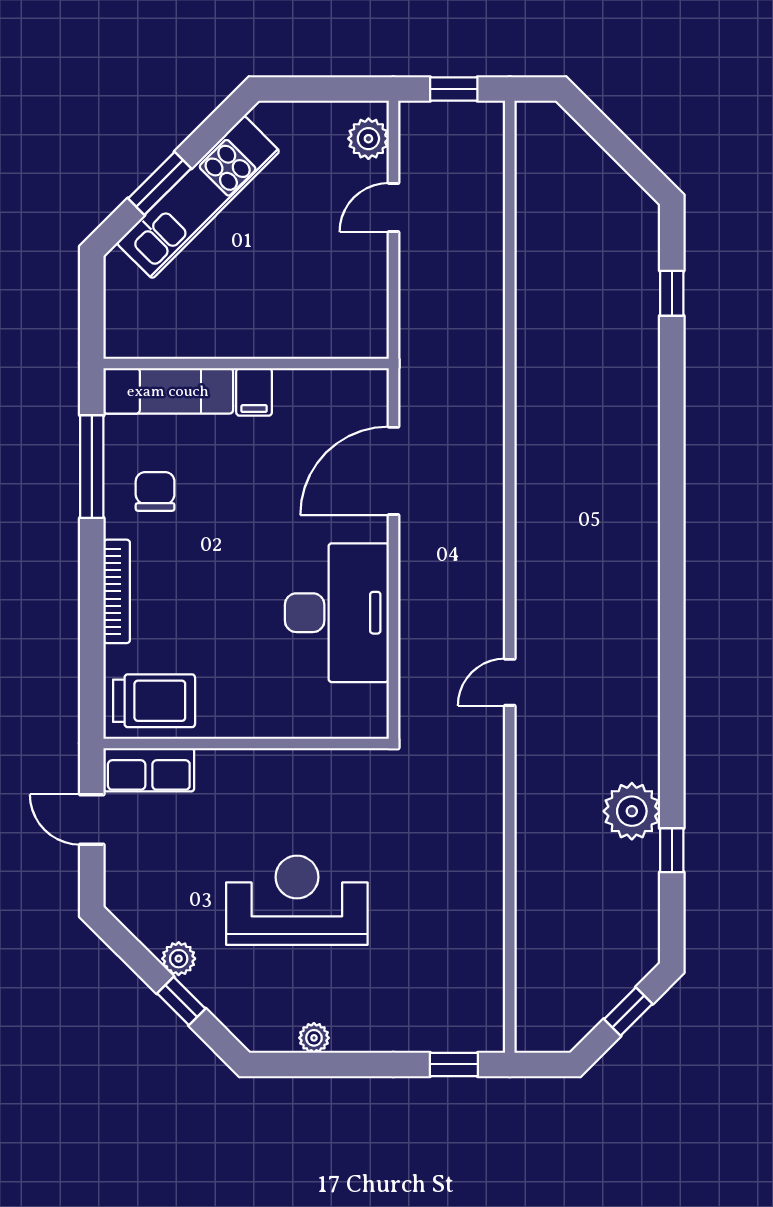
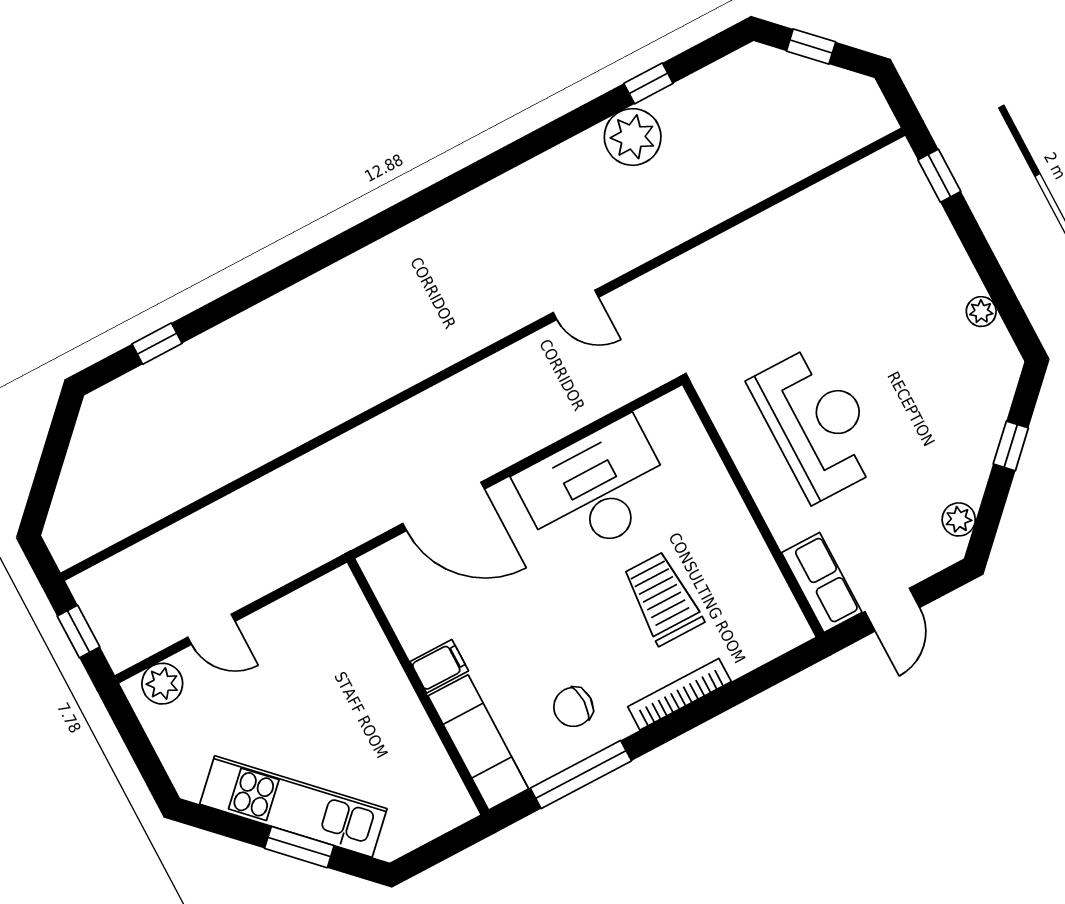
trolley: (154, 701) -> (663, 598), moved
reception desk: (297, 900) -> (817, 423), moved, turned 180
plant: (179, 959) -> (959, 519), moved

